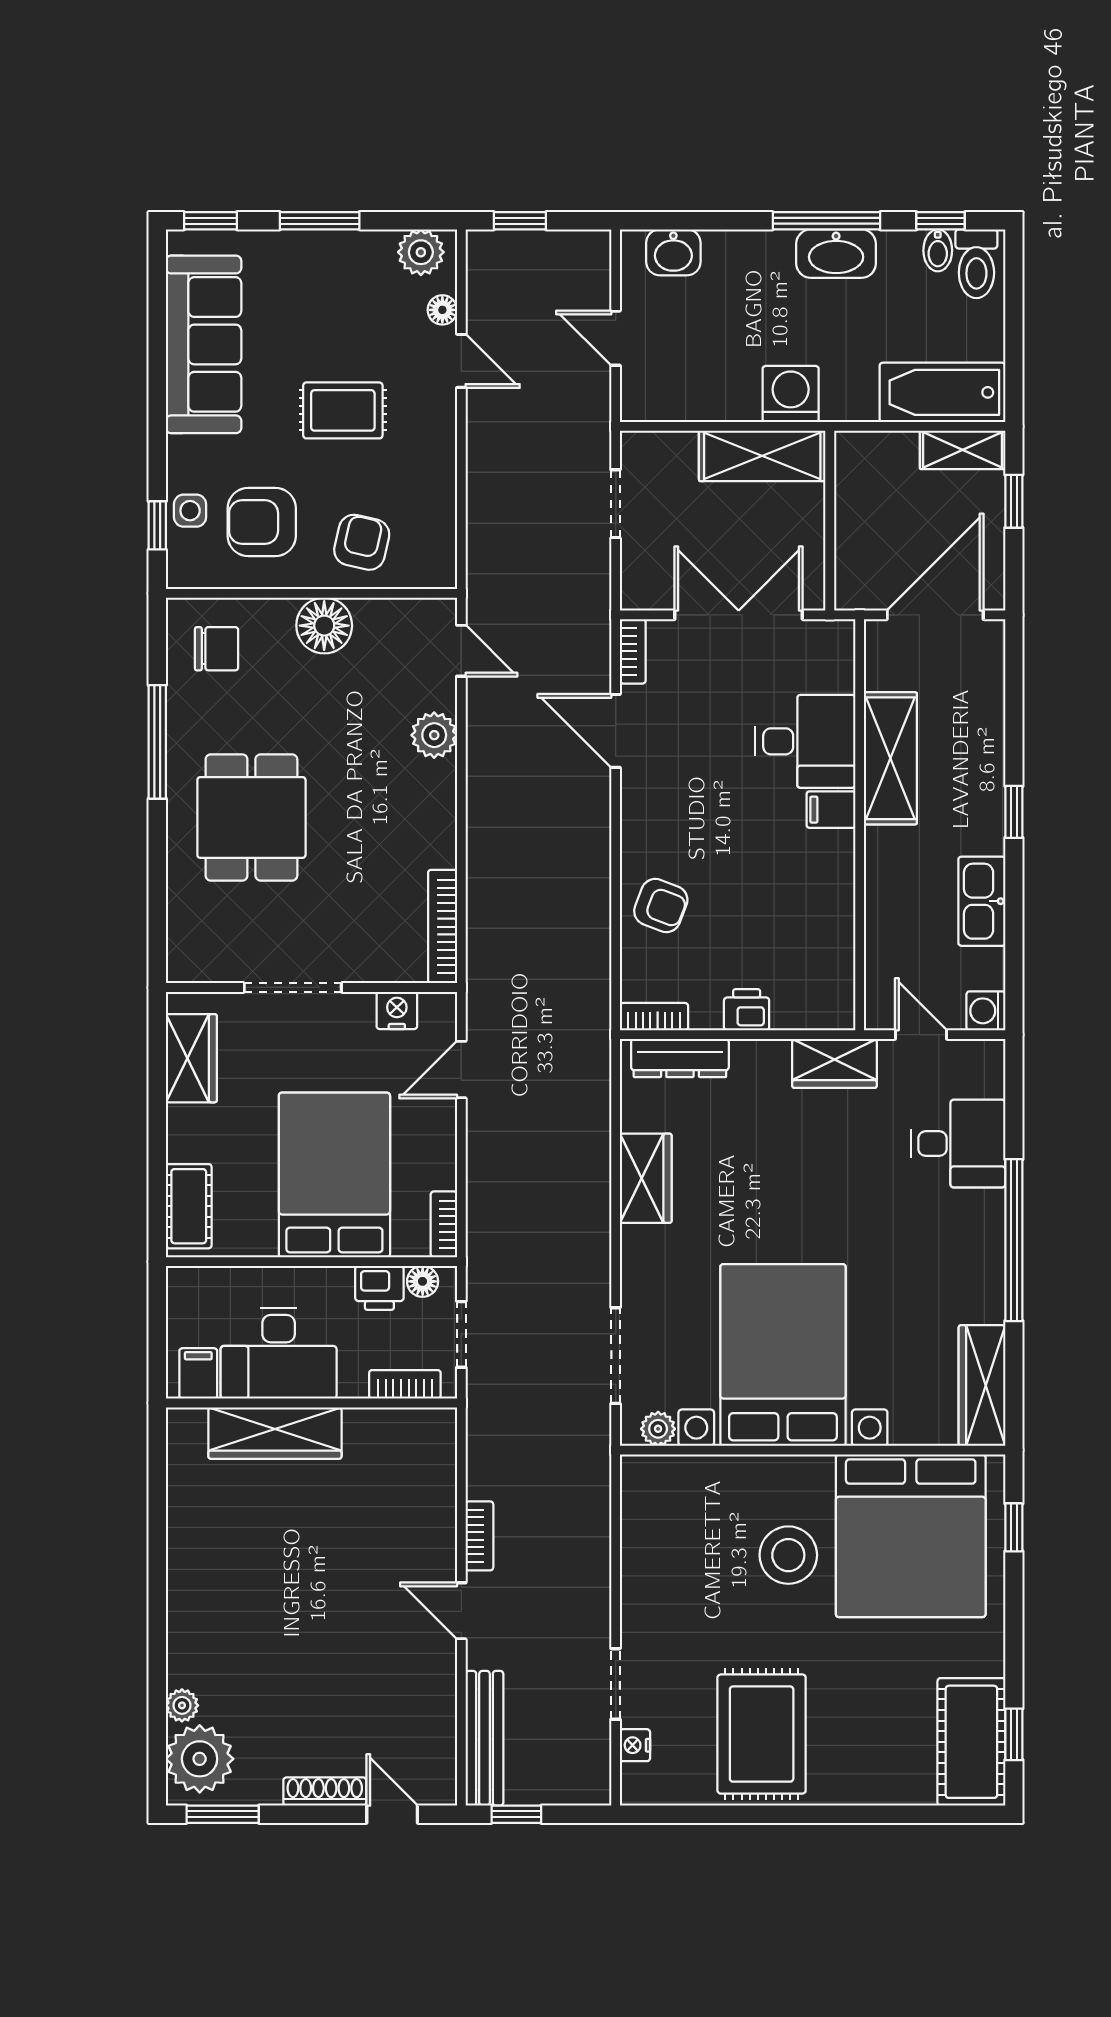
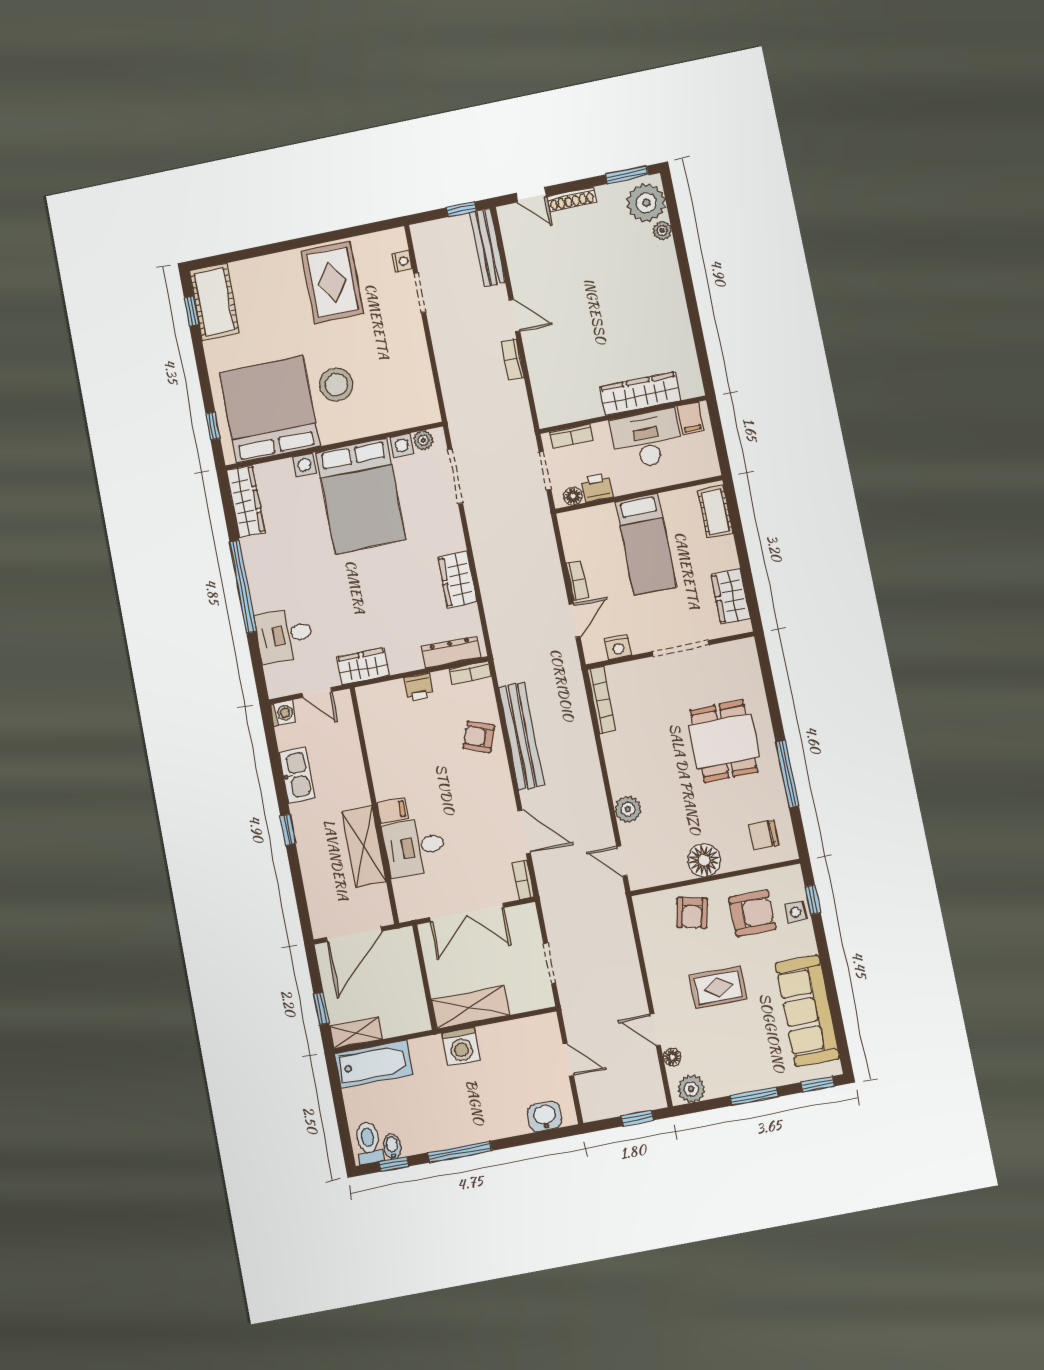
washbasin: (836, 254) -> (450, 1133), removed
bench: (589, 893) -> (521, 736), added
bed: (334, 1175) -> (646, 544), width x0.67
bookcase: (444, 1224) -> (577, 581), moved

